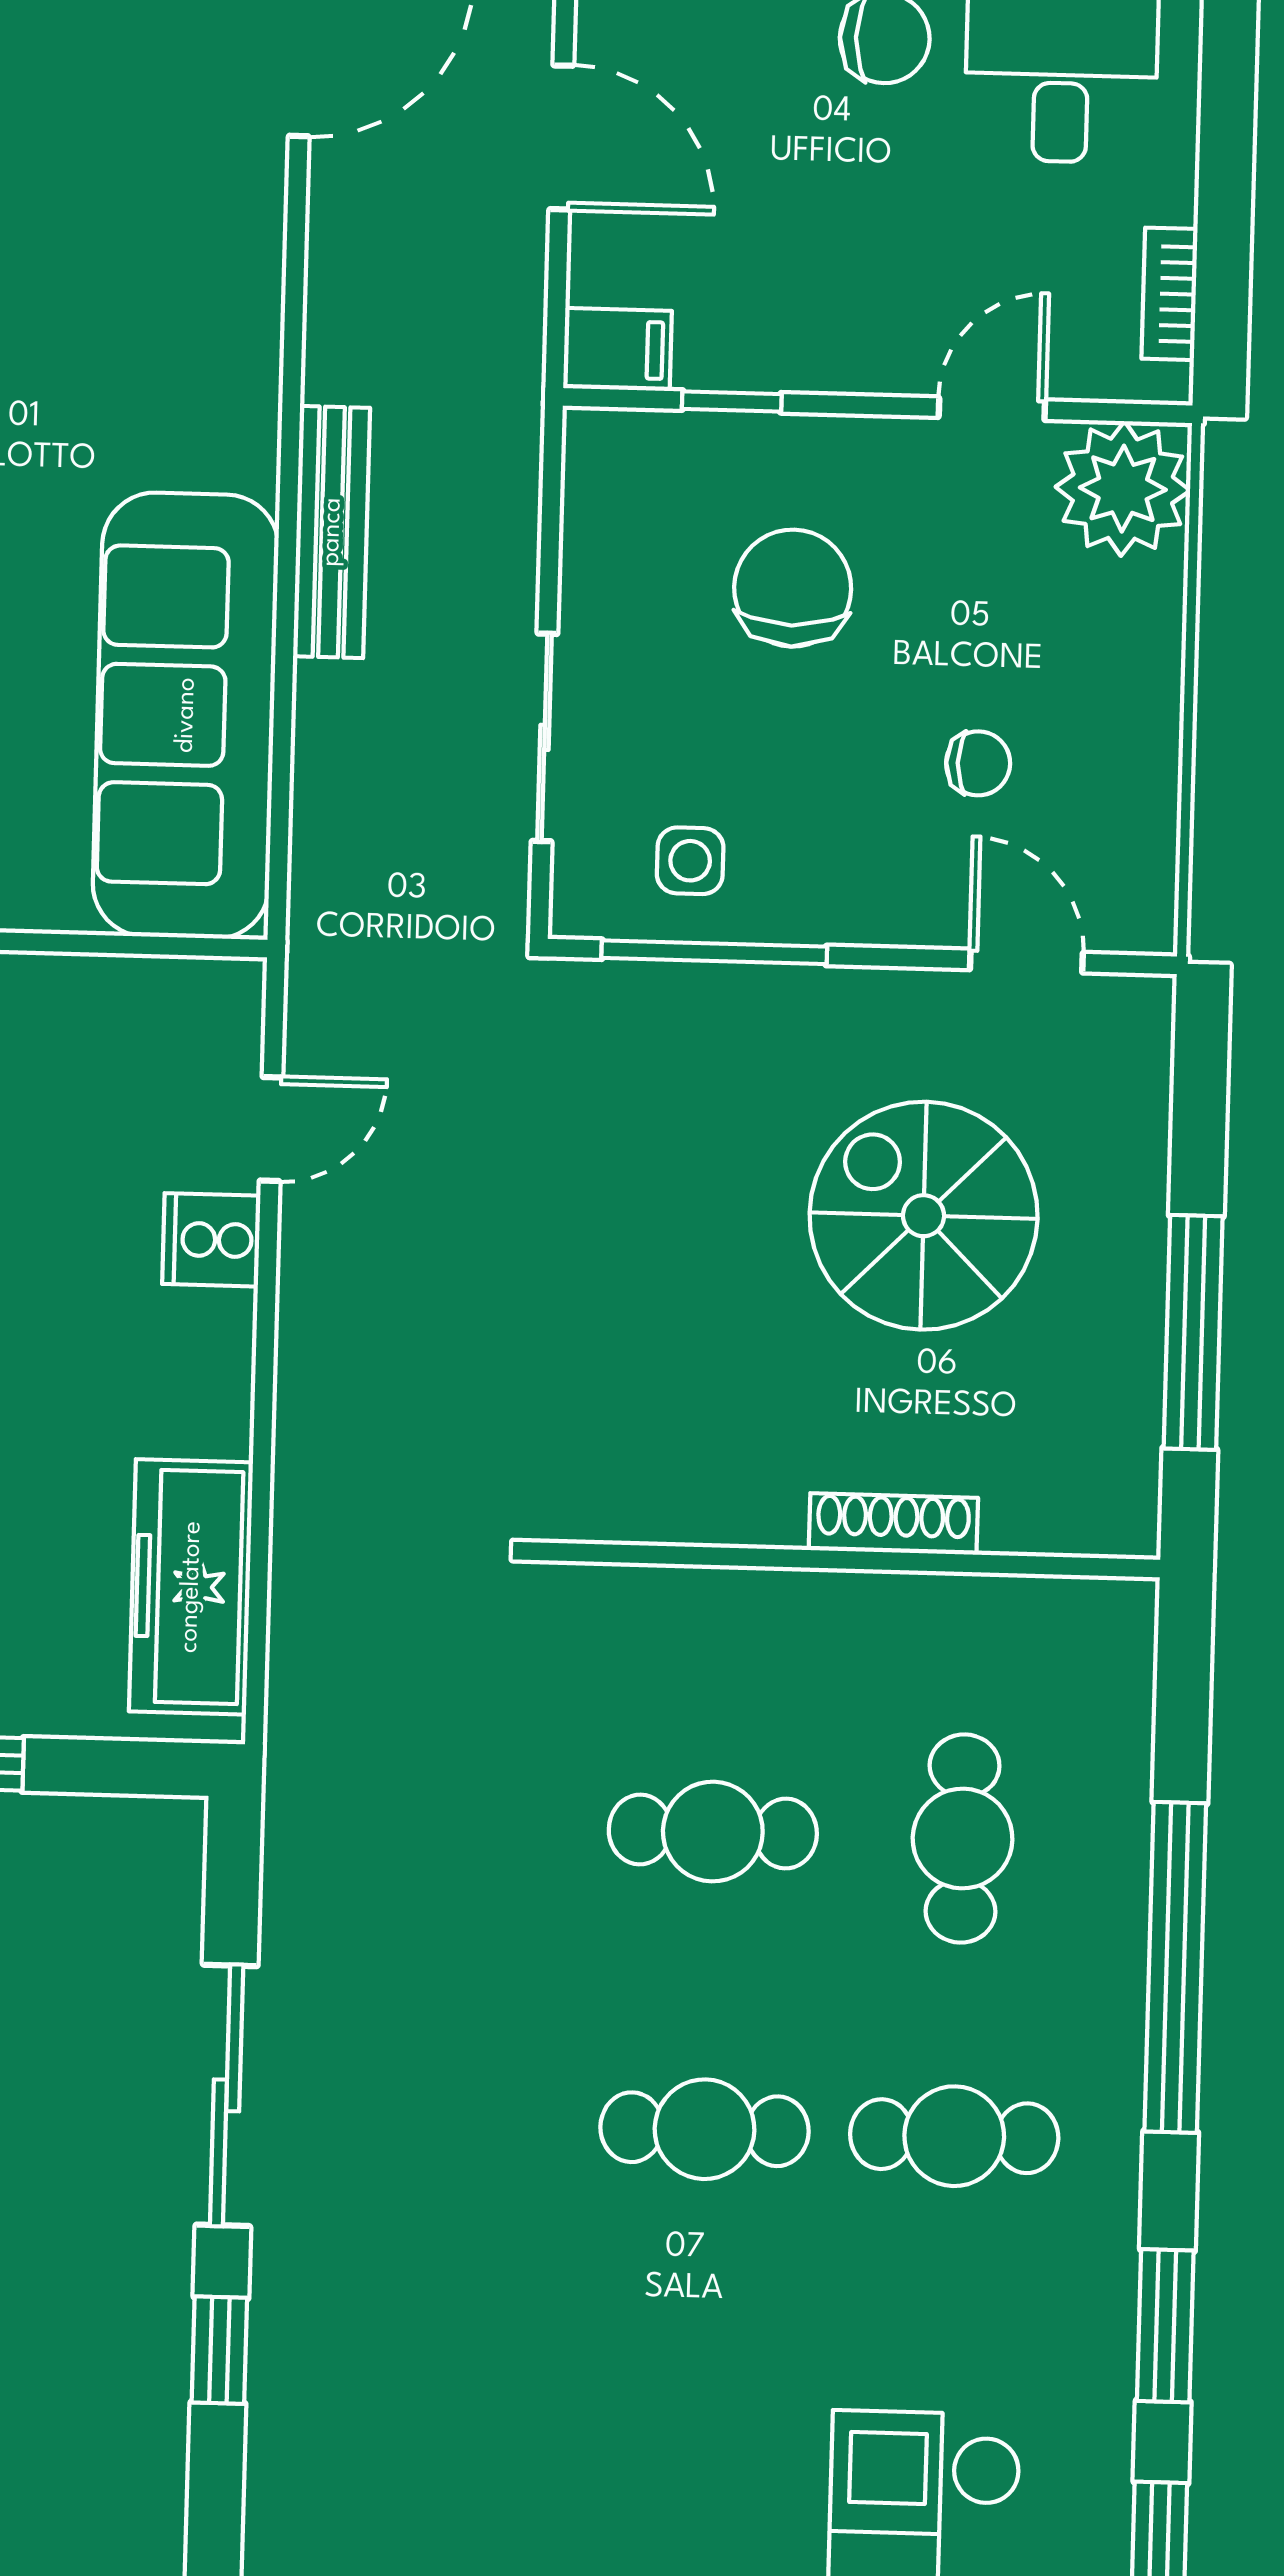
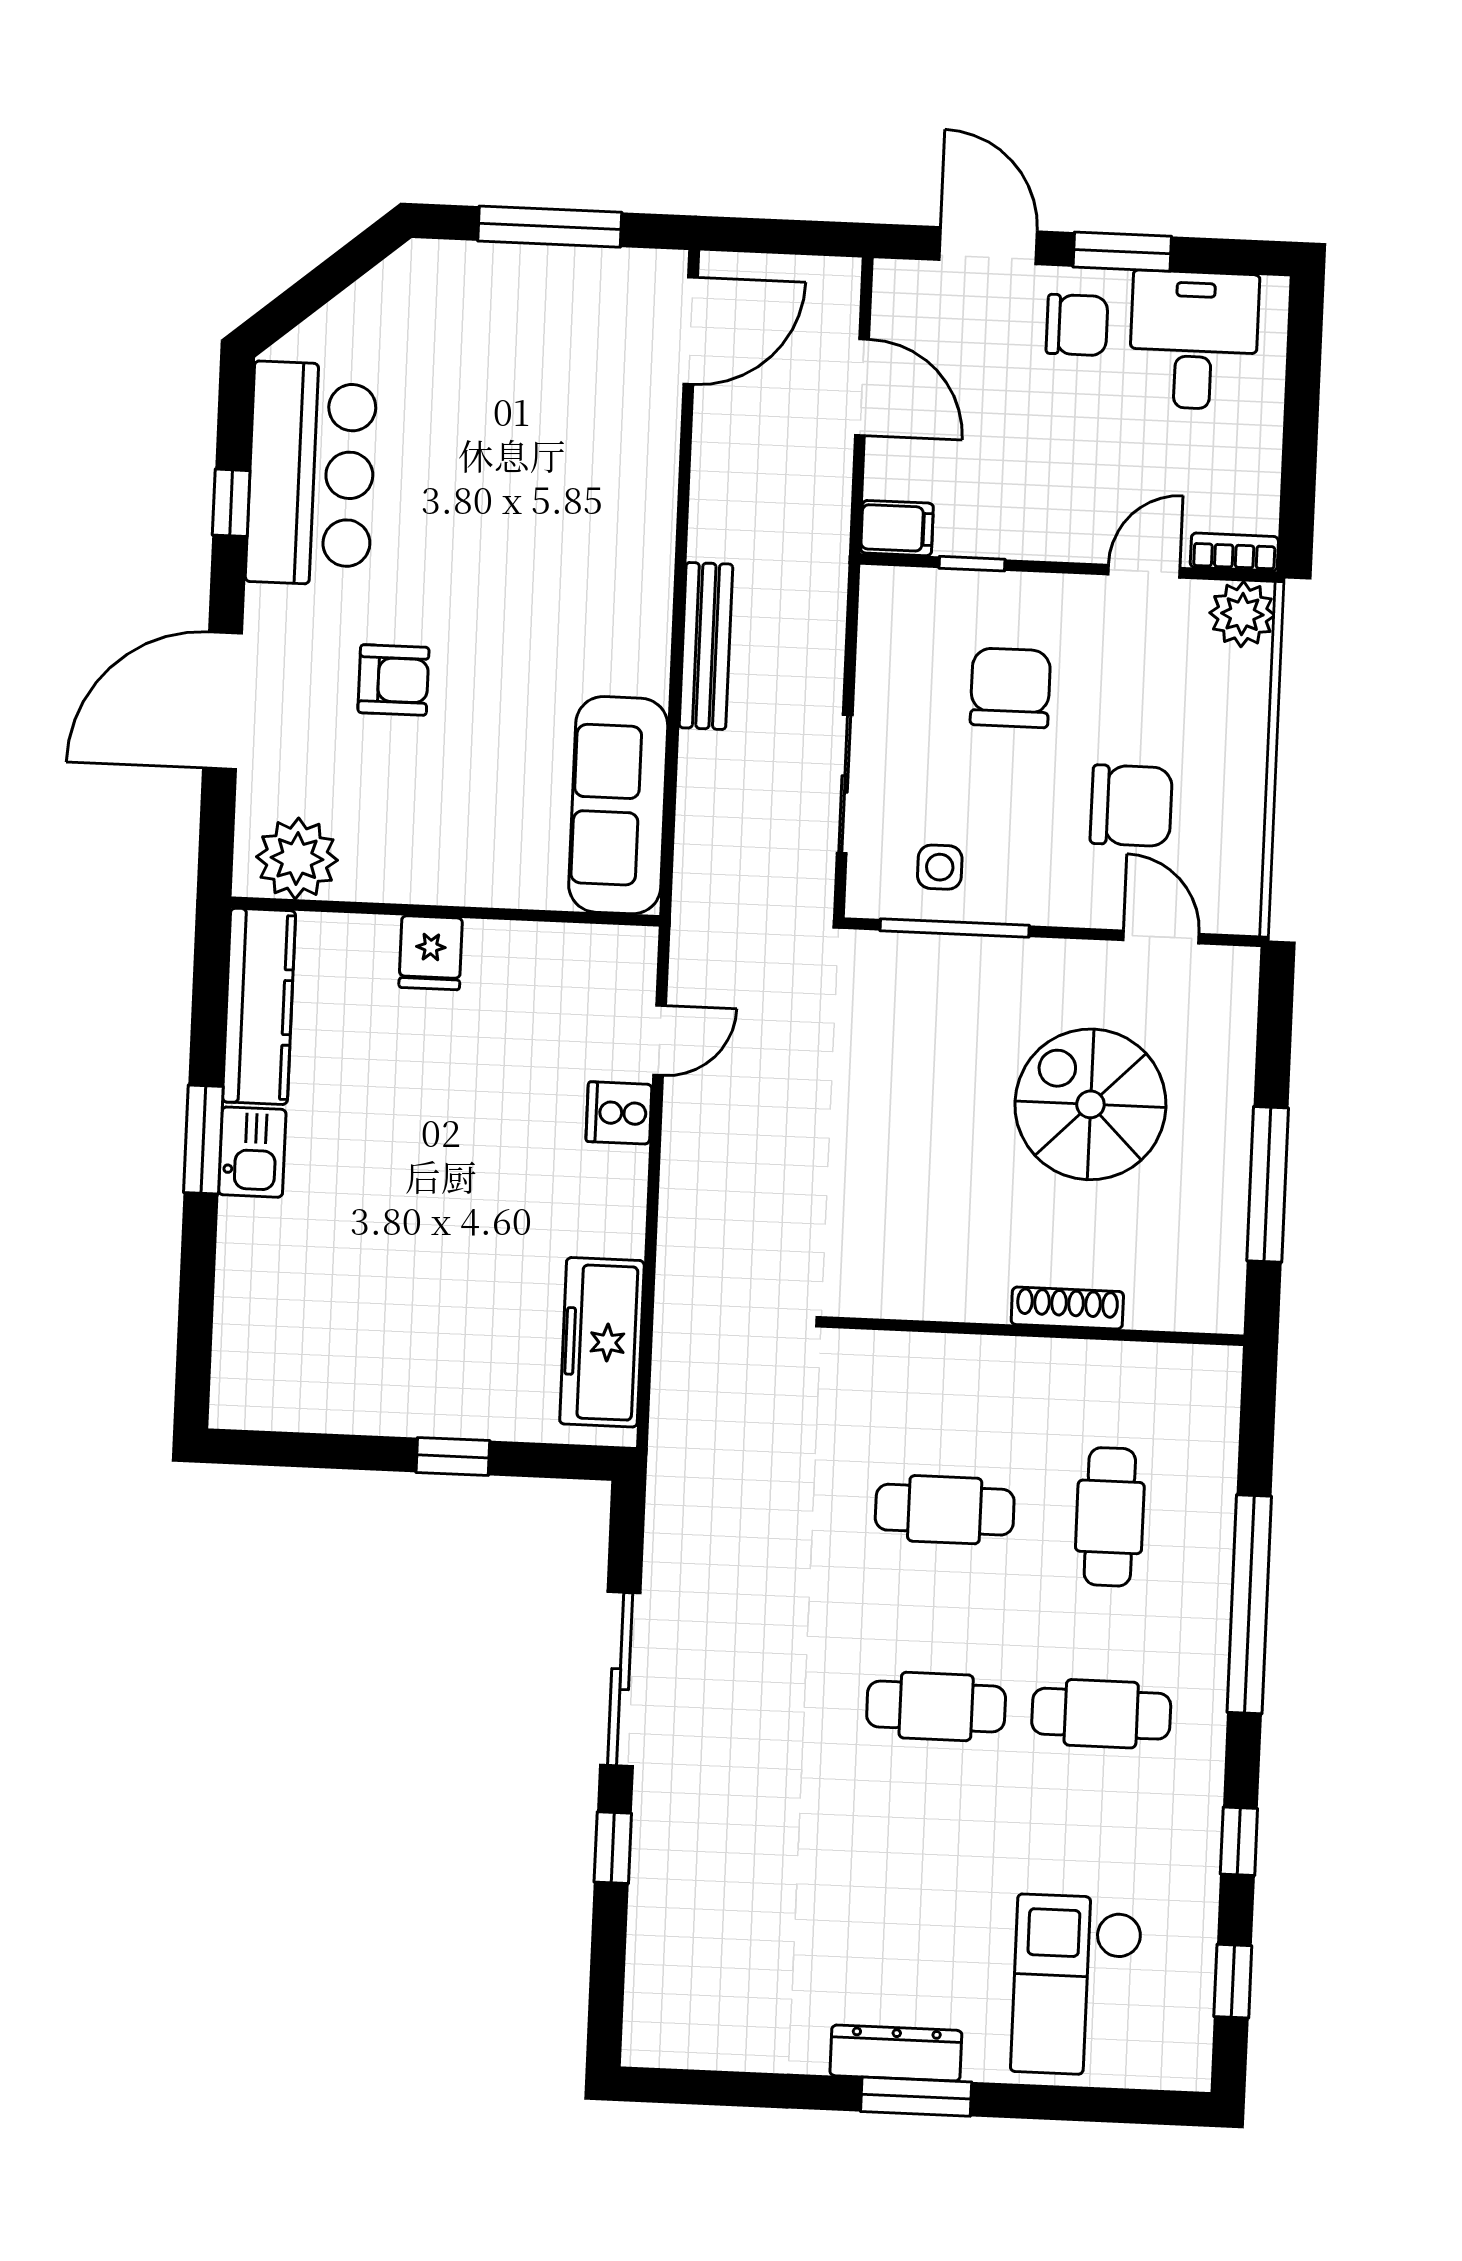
bookcase: (1170, 294) -> (1234, 552), moved, turned 90
plant: (1123, 489) -> (1242, 614), width x0.73, depth x0.73
sofa: (186, 715) -> (618, 805), width x0.74, depth x0.79
chair: (978, 763) -> (1131, 806), width x1.87, depth x1.87
window: (1165, 2326) -> (1239, 1841), width x0.67

